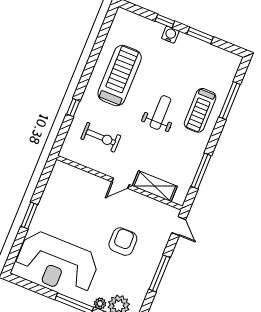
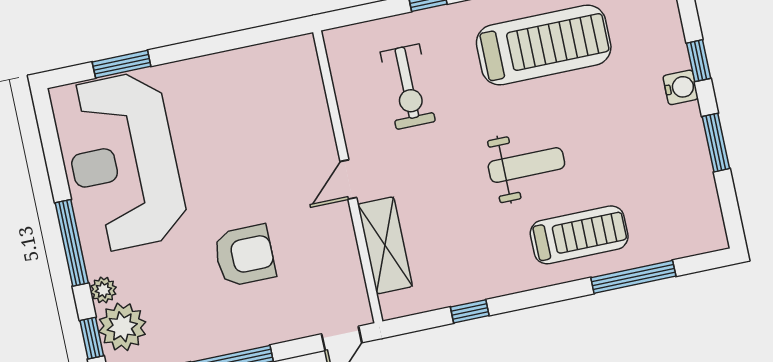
treadmill: (200, 110) -> (579, 235), turned 180
window: (201, 171) -> (470, 311), width x0.46
door: (121, 183) -> (348, 179), hinge flipped
window: (29, 216) -> (122, 64), moved

